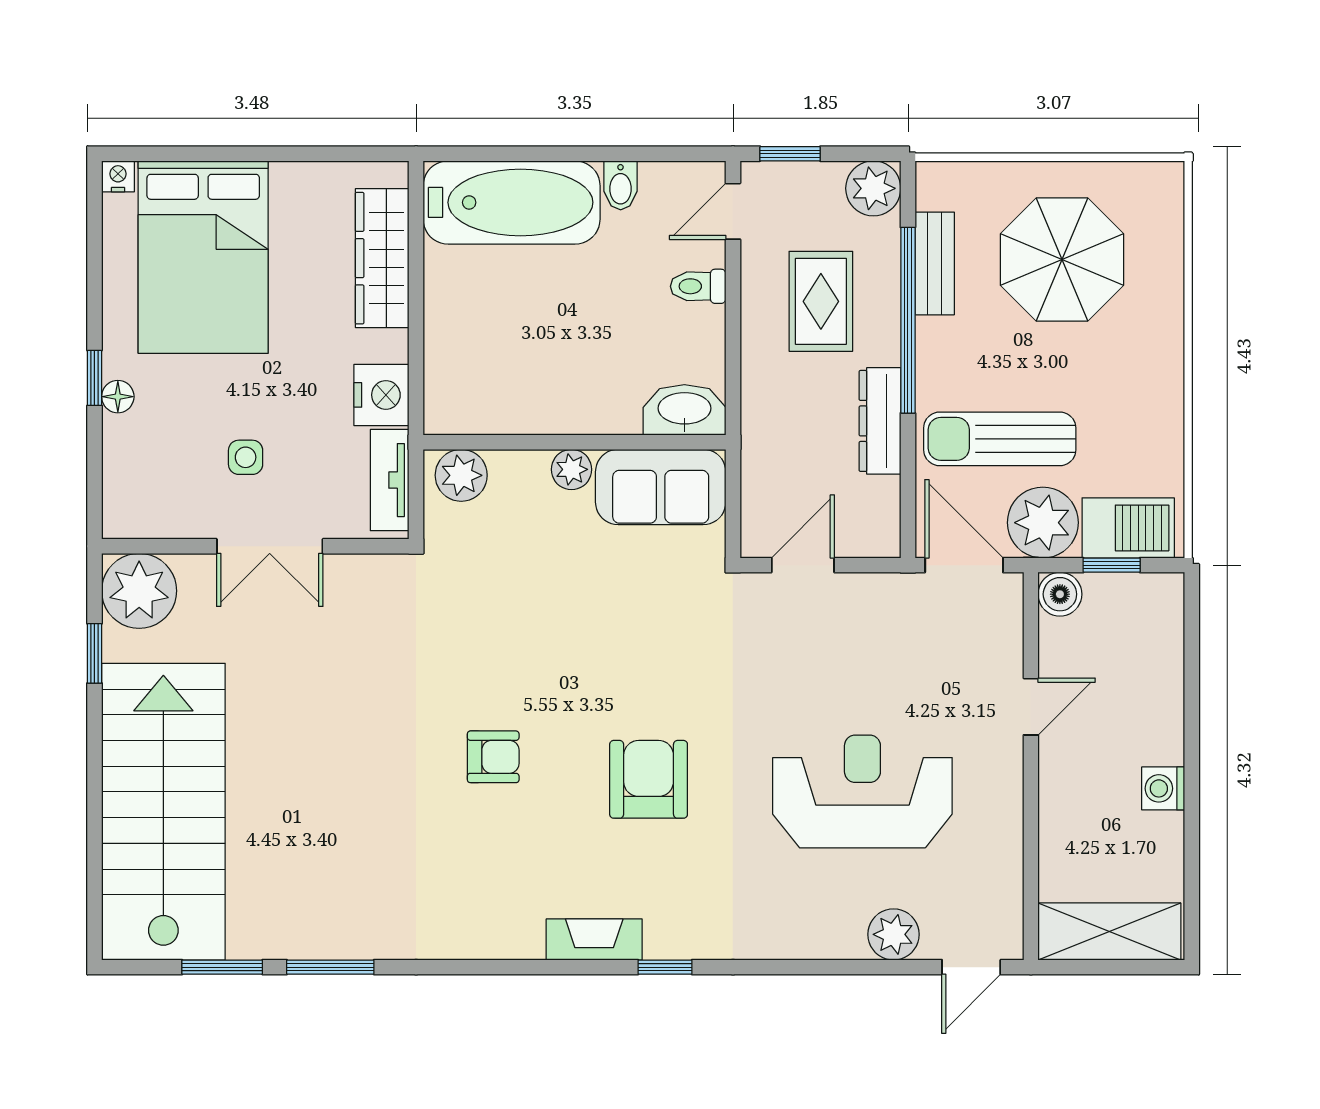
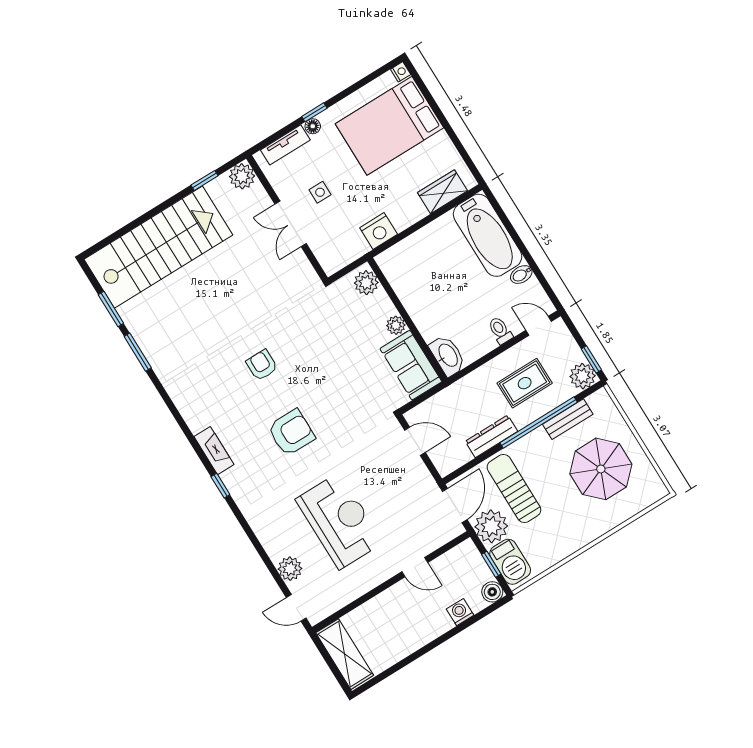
window: (790, 154) -> (591, 359), moved
wardrobe: (382, 258) -> (443, 192), width x0.67
tv unit: (390, 480) -> (285, 145), moved, turned 180
plant: (139, 591) -> (242, 176), width x0.73, depth x0.73
boiler: (1060, 594) -> (492, 592), moved
armchair: (493, 757) -> (262, 365), turned 180
washing machine: (1163, 788) -> (460, 612), moved

